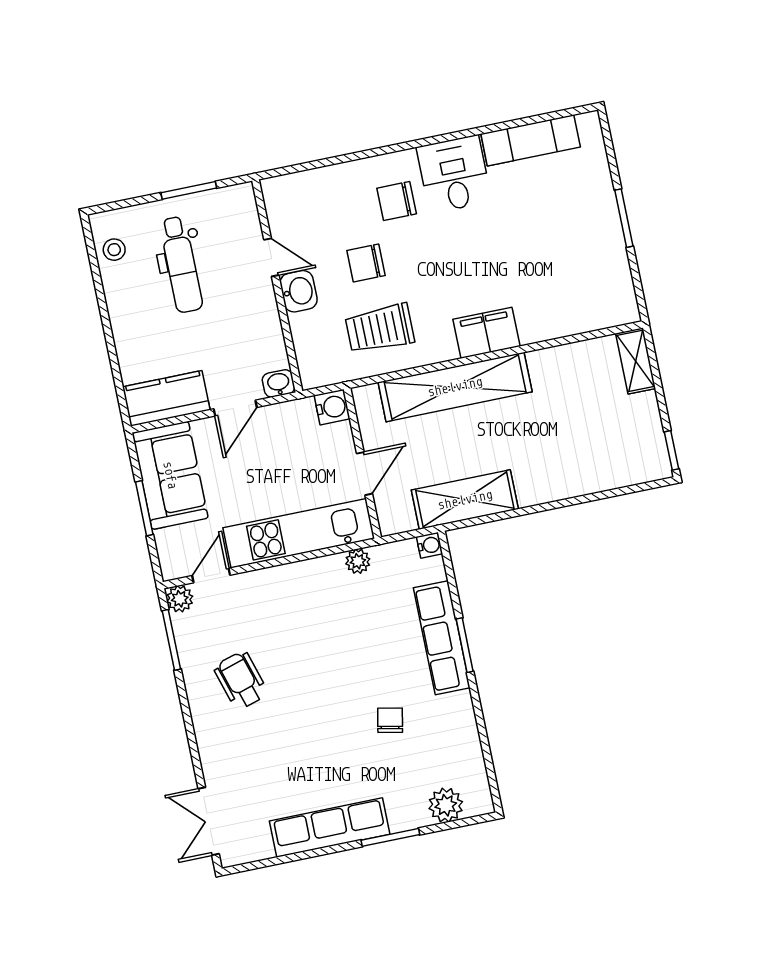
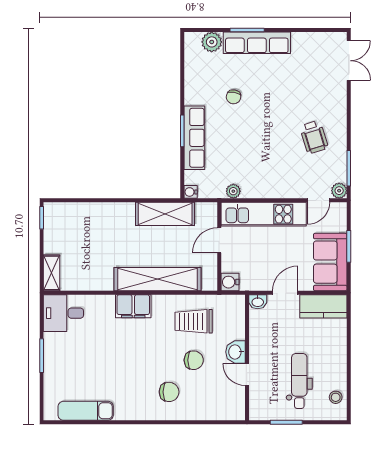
desk: (454, 174) -> (63, 313), moved, turned 90
trolley: (380, 329) -> (194, 321), turned 180
row of seats: (330, 828) -> (257, 43), moved

